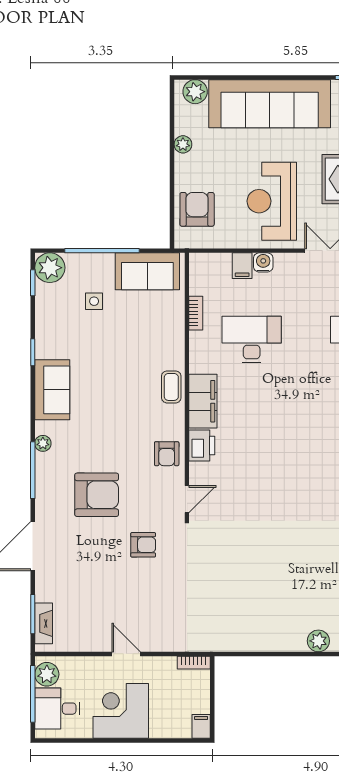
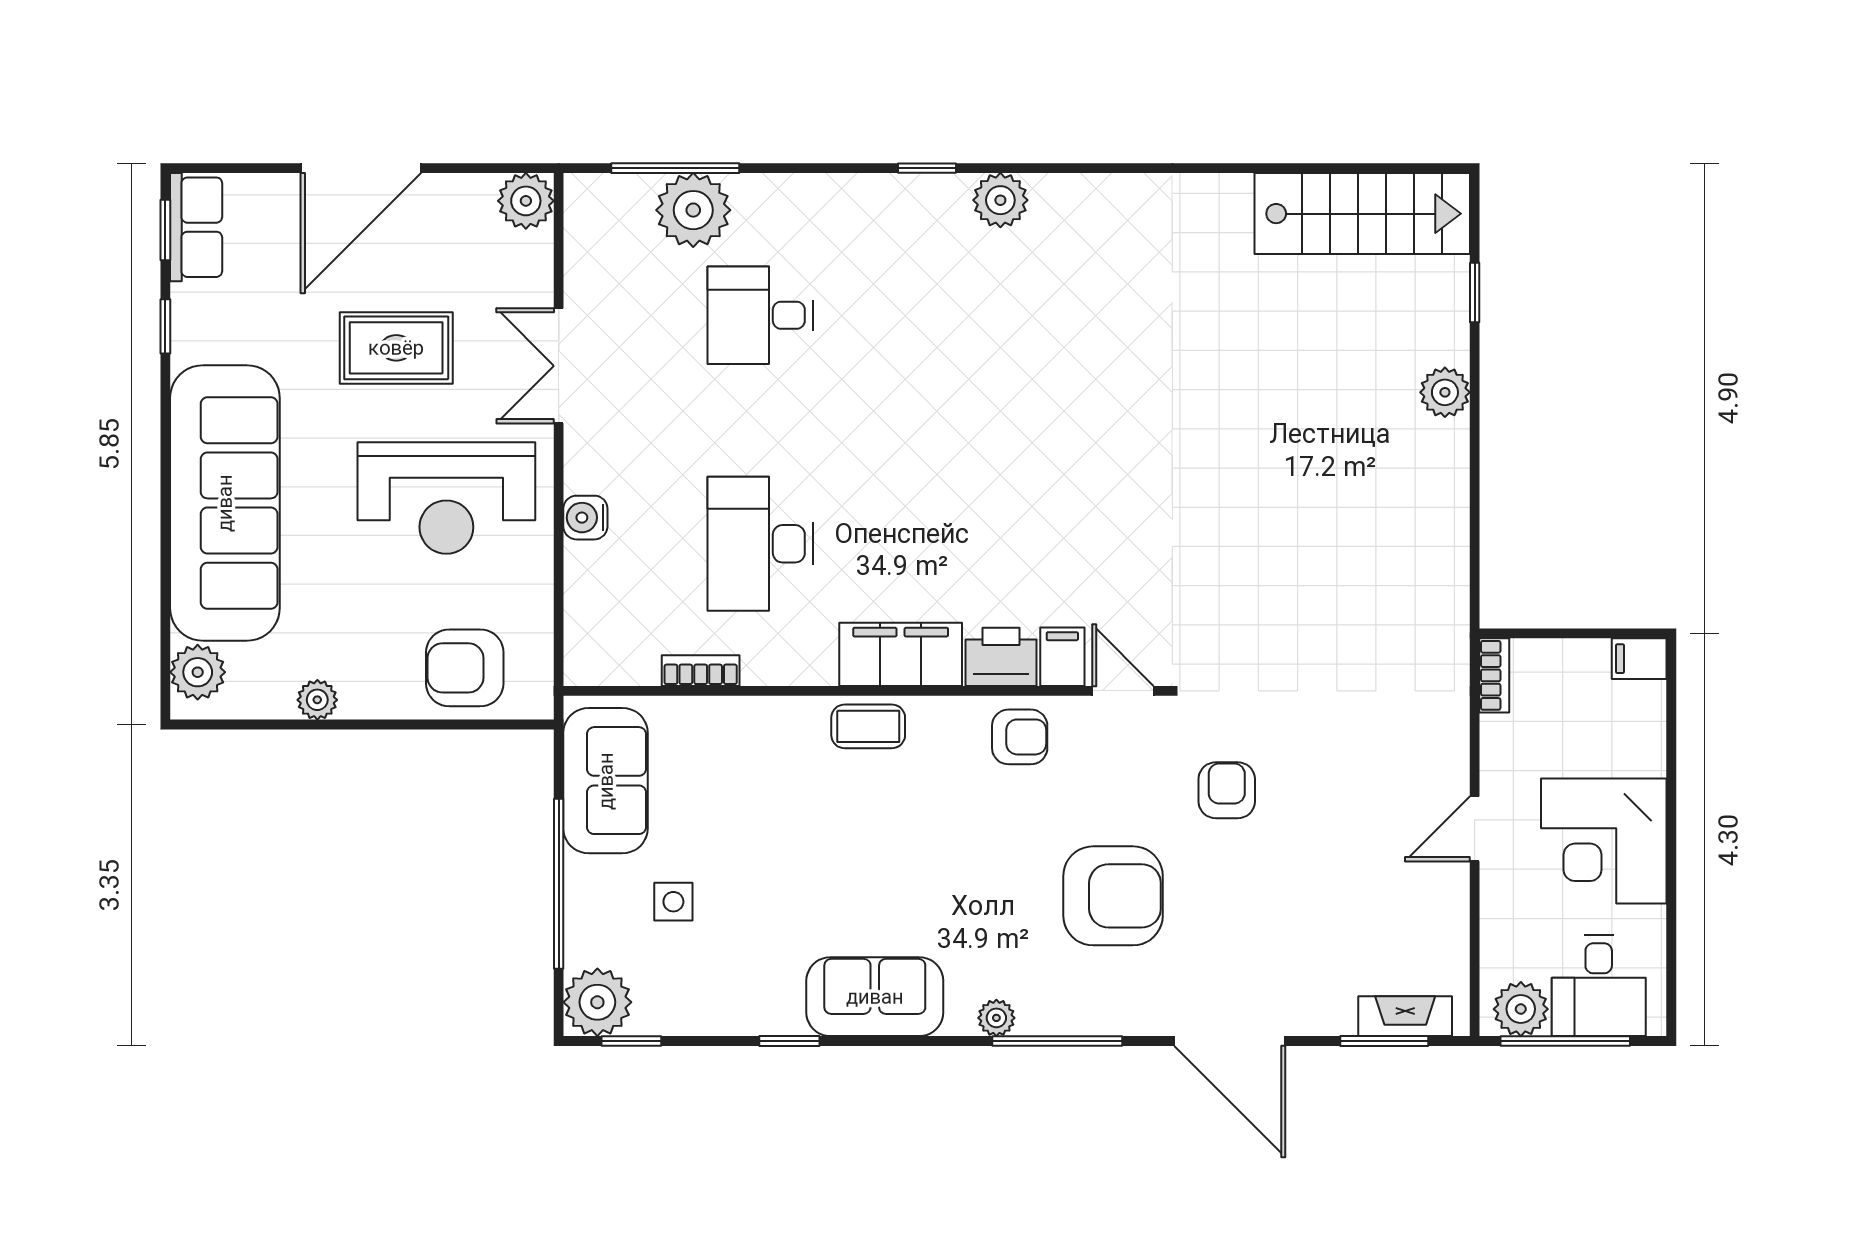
filing cabinet: (242, 266) -> (1062, 657), moved, turned -90
armchair: (97, 495) -> (1113, 896), turned 90

